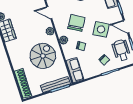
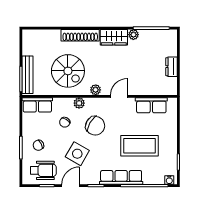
shoe rack: (23, 83) -> (80, 35), moved

